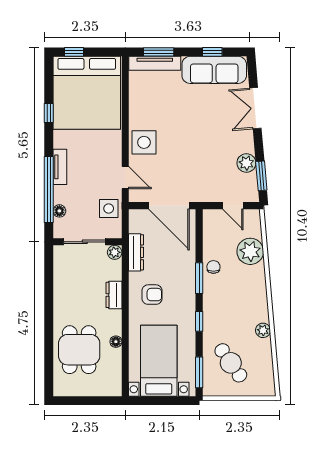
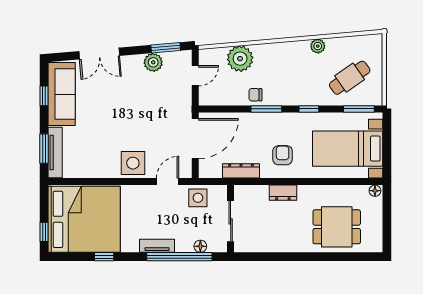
plant: (115, 252) -> (241, 192), removed
floor lamp: (116, 342) -> (375, 191), moved

